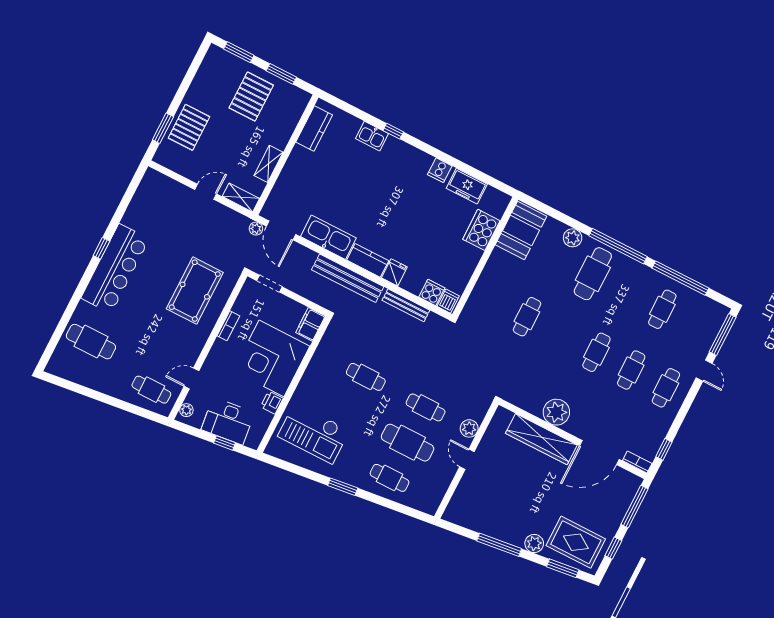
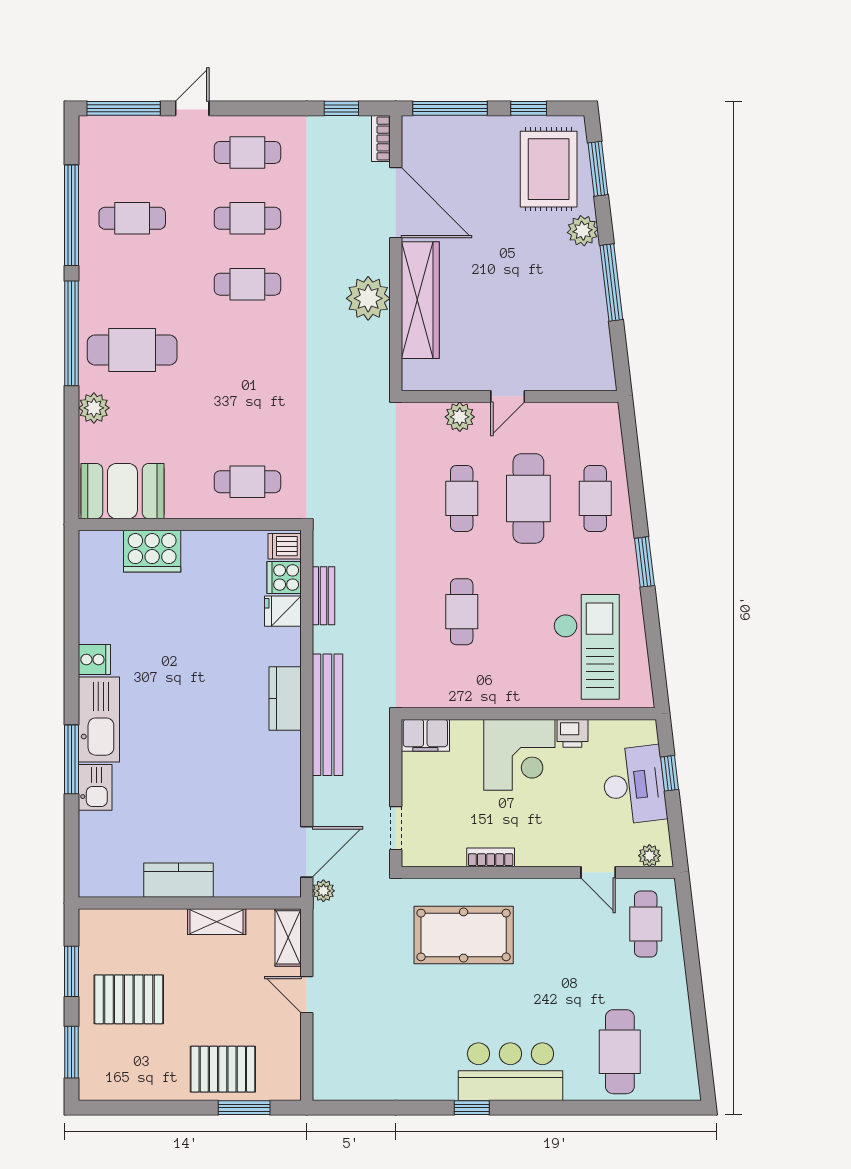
kitchen counter: (314, 128) -> (179, 880), moved
window: (393, 131) -> (71, 759), width x2.17
freezer: (467, 186) -> (98, 607), removed
kitchen sink: (328, 237) -> (99, 719), moved, turned 180
bar counter: (115, 268) -> (510, 1072), width x0.73
fridge: (394, 272) -> (283, 611), moved
bench: (406, 305) -> (323, 596), width x0.73
cafe table: (527, 317) -> (247, 482), moved
corner desk: (271, 358) -> (519, 755), width x0.74, depth x0.74

